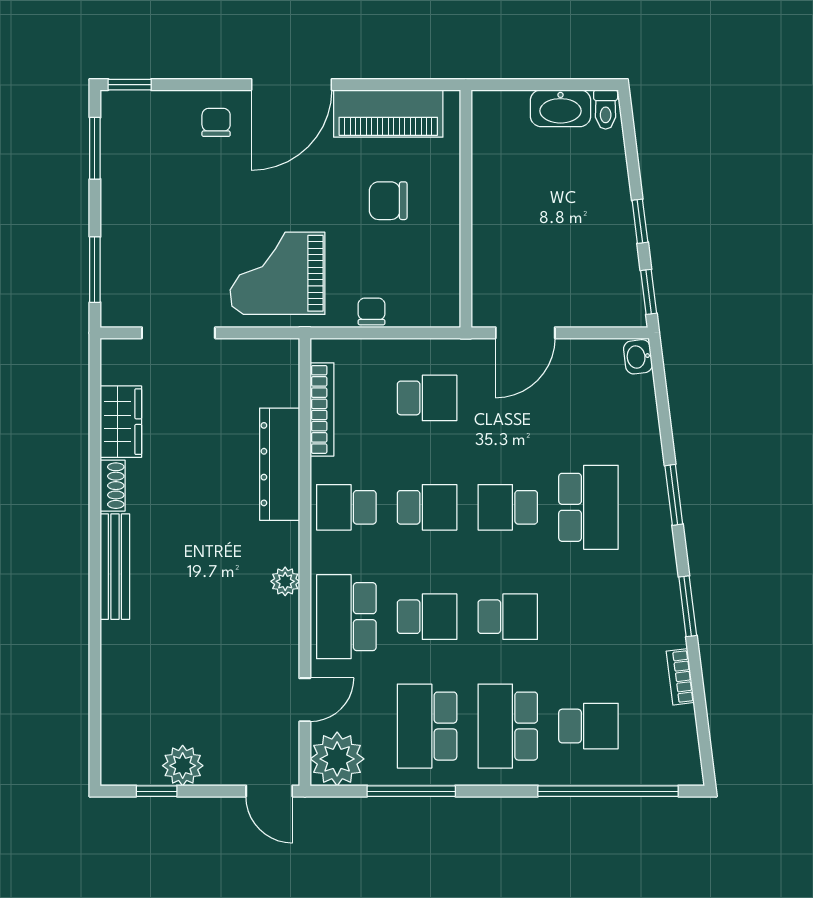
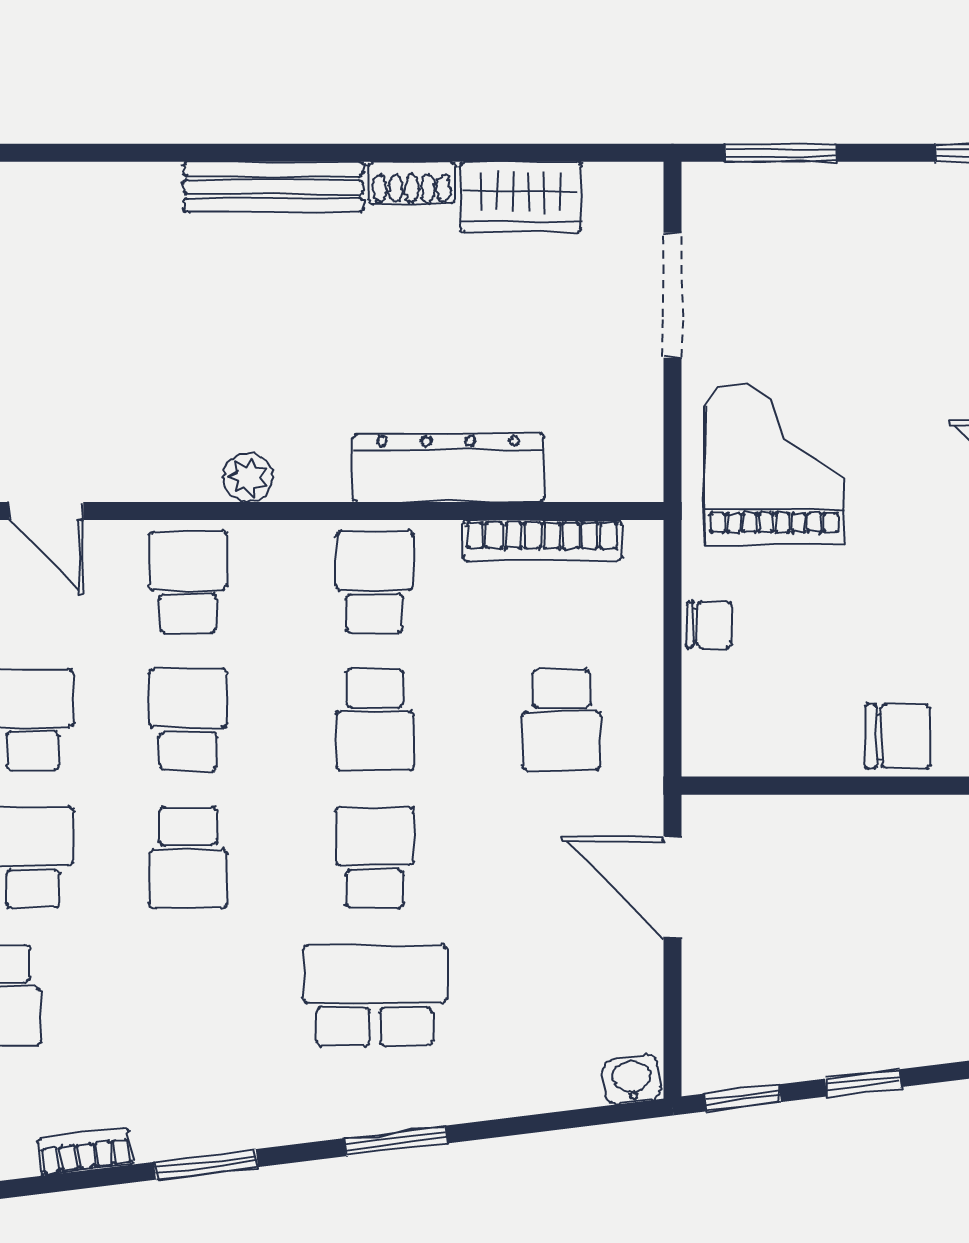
chair: (388, 201) -> (898, 736), moved, turned 90
school desk: (588, 507) -> (375, 995), turned 180
school desk: (346, 617) -> (188, 582), width x0.54
school desk: (427, 617) -> (188, 720), turned 180

